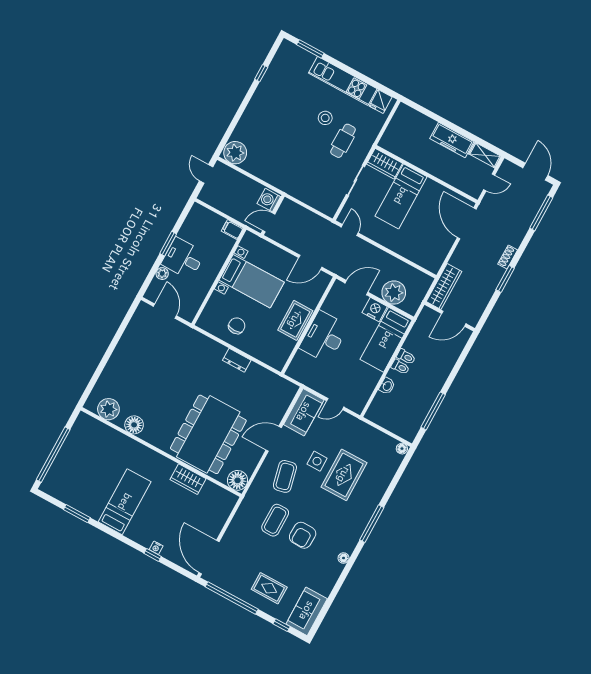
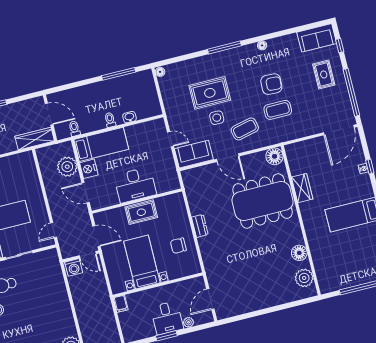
washing machine: (269, 200) -> (74, 267), moved
wall: (273, 215) -> (81, 256), moved
door: (269, 222) -> (88, 255), moved
toilet: (406, 357) -> (74, 129), moved

